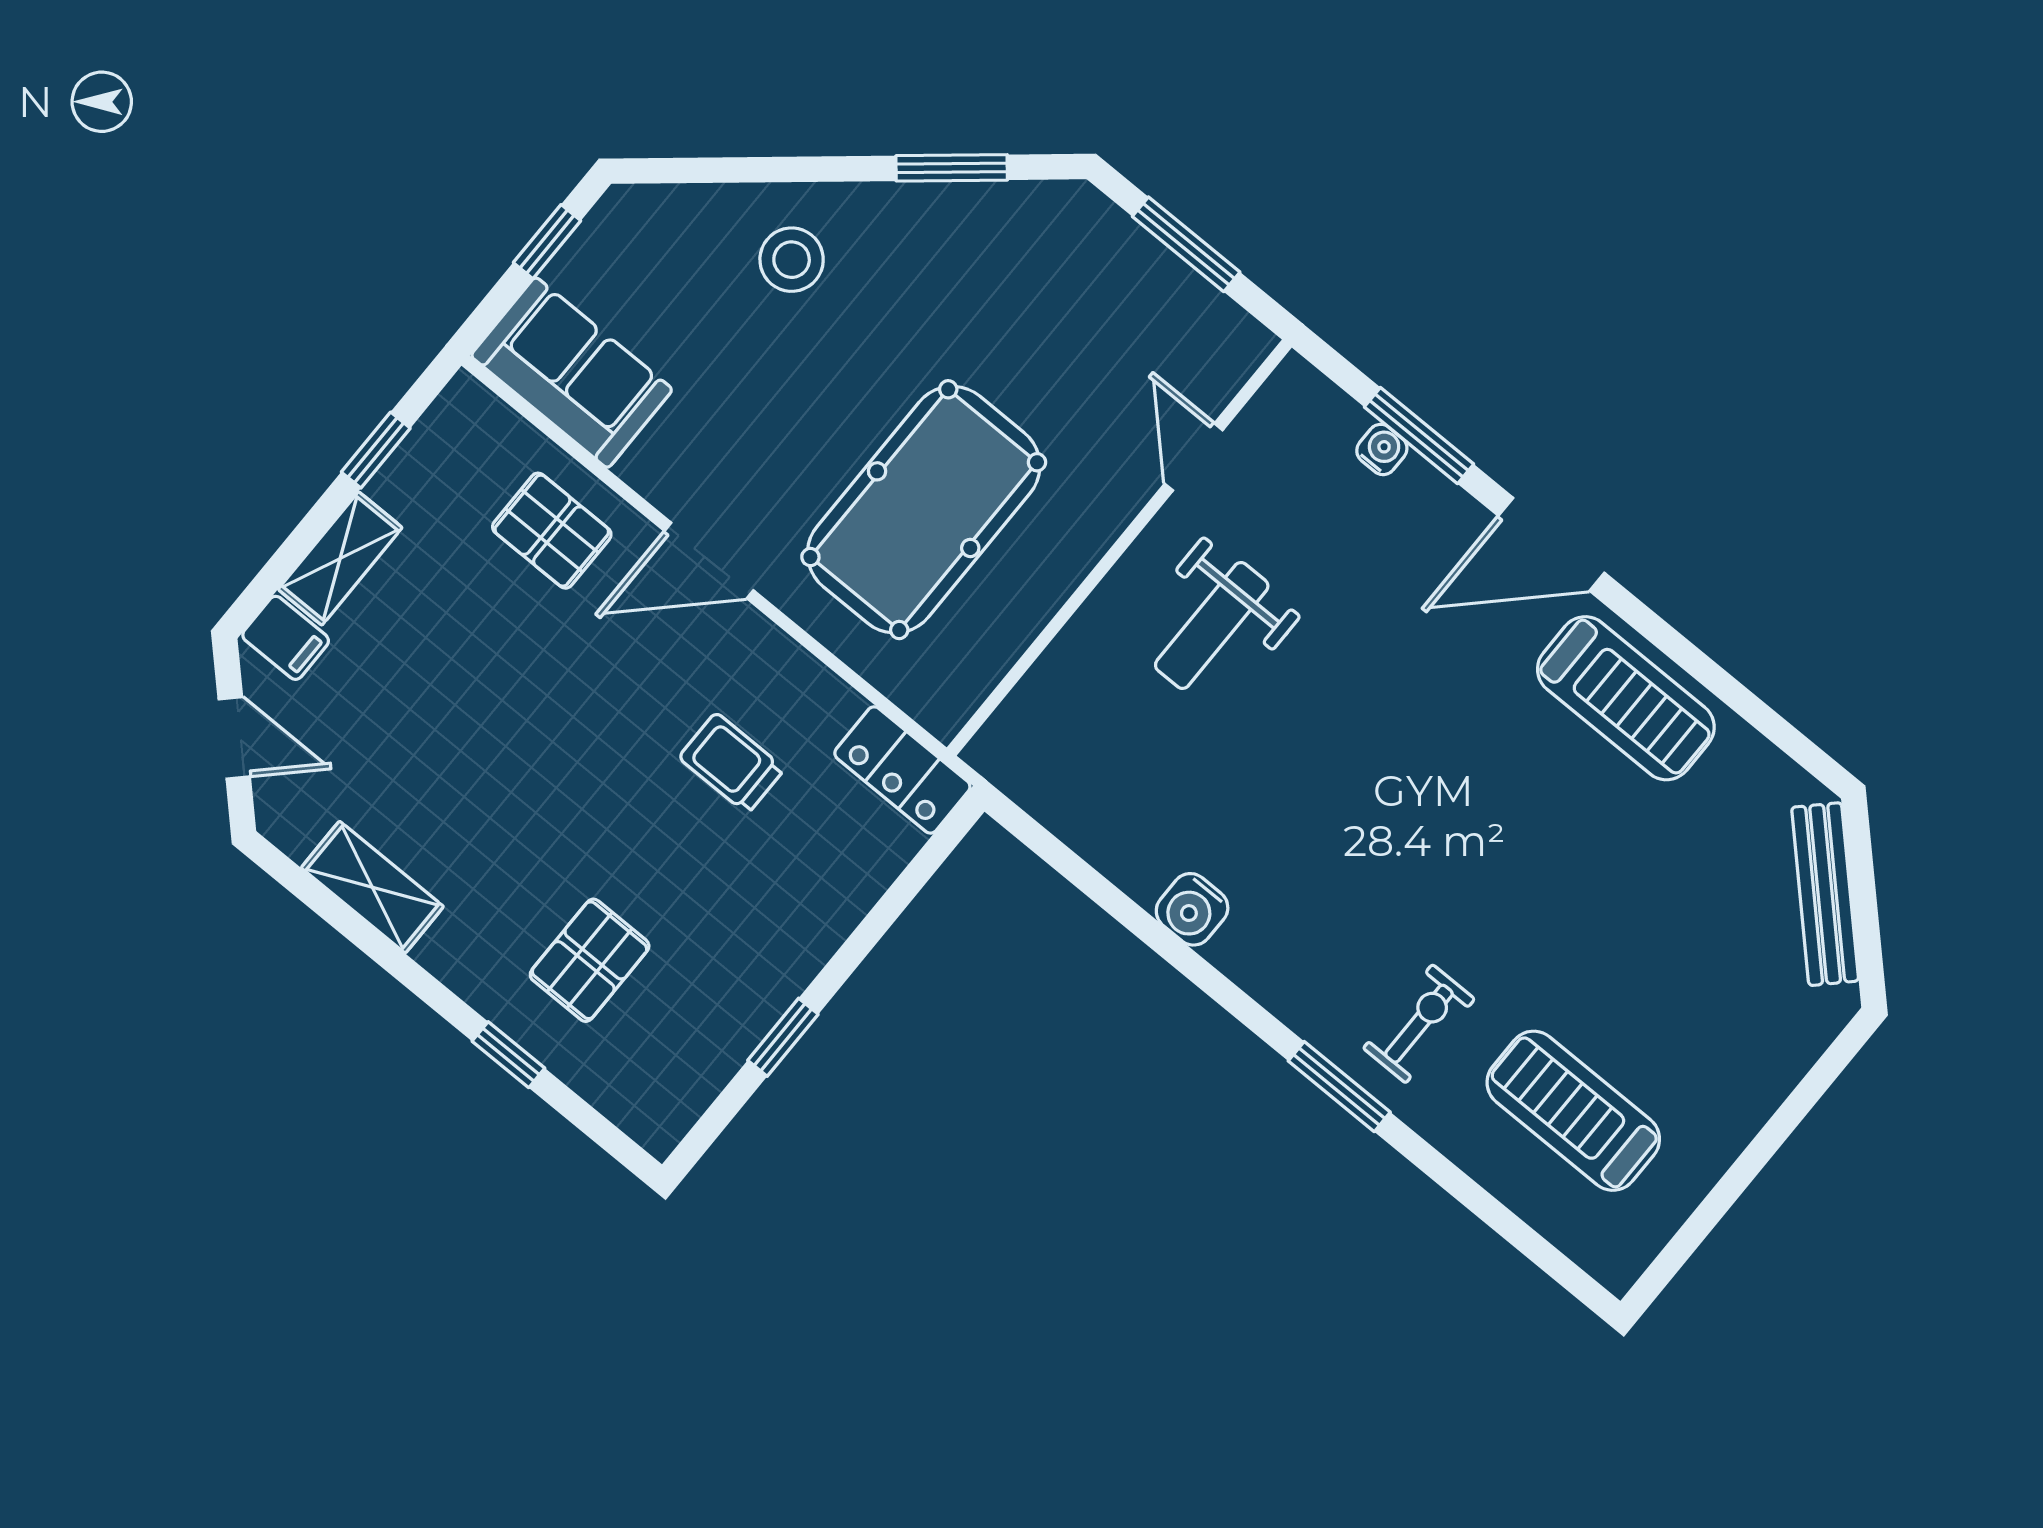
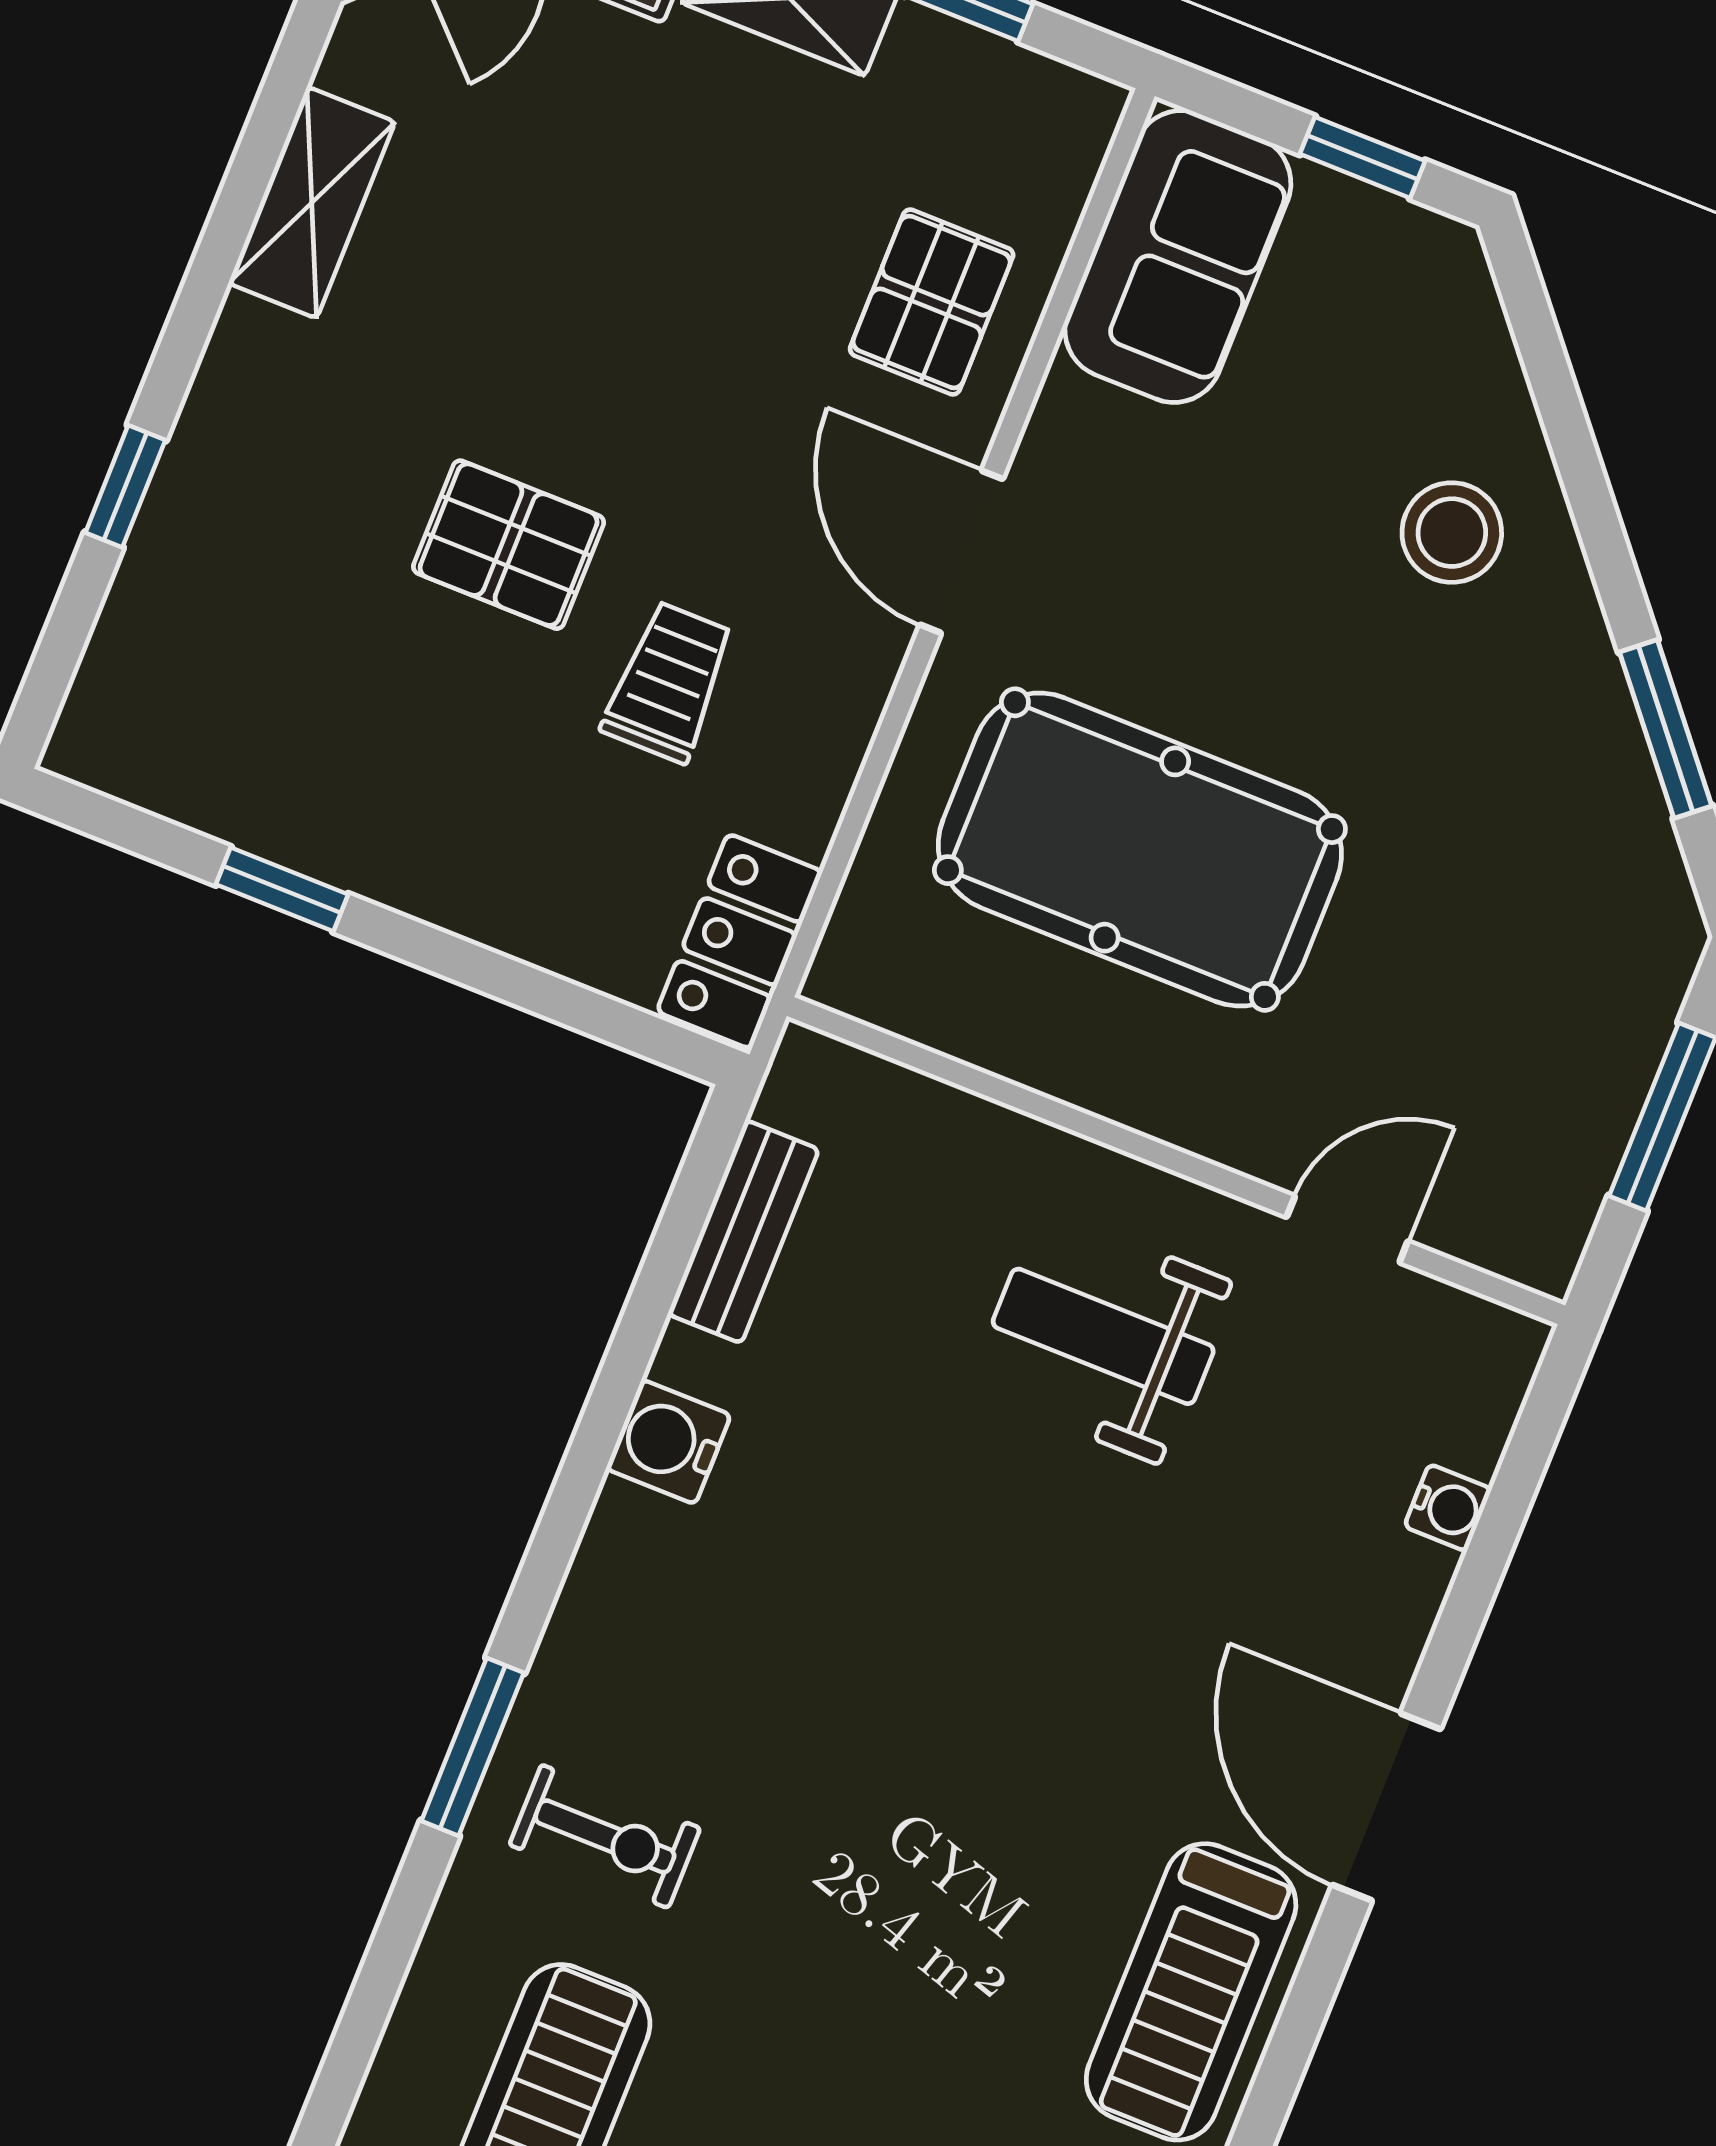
window: (1419, 436) -> (1486, 1557), removed
bench: (1079, 823) -> (743, 1232), added
pallet: (590, 960) -> (509, 545), moved

